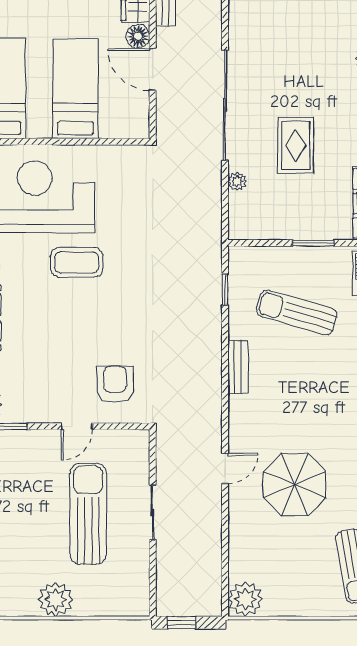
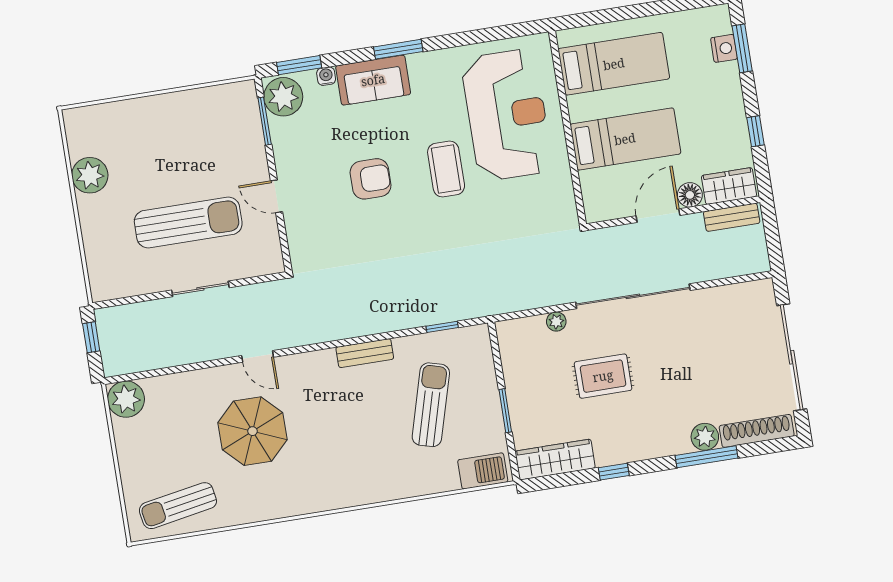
armchair: (115, 384) -> (371, 179), moved
plant: (56, 599) -> (90, 175), moved

